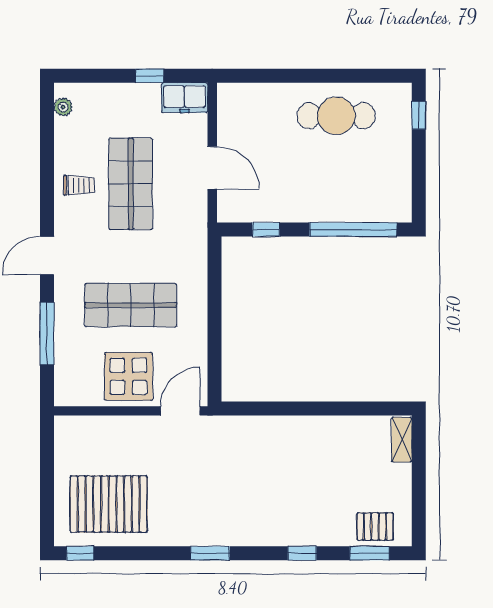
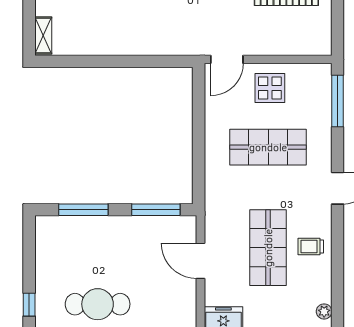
window: (266, 230) -> (156, 210), width x2.17
window: (353, 230) -> (83, 210), width x0.68
window: (47, 334) -> (337, 101), moved
display table: (128, 376) -> (270, 88), width x0.73, depth x0.73

